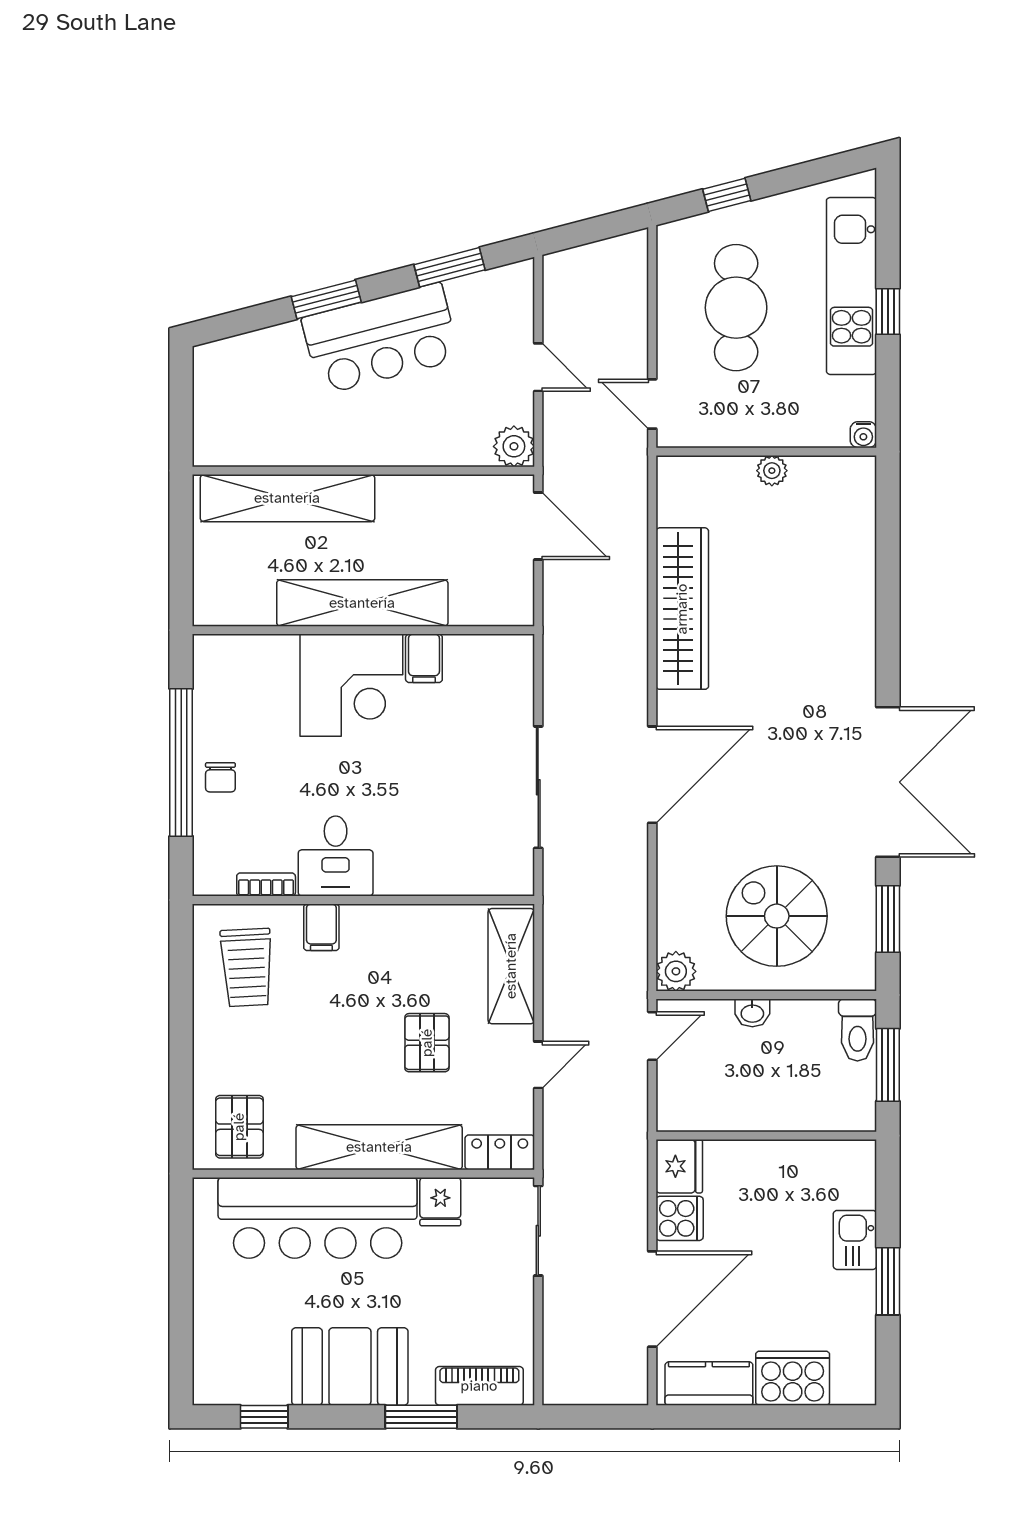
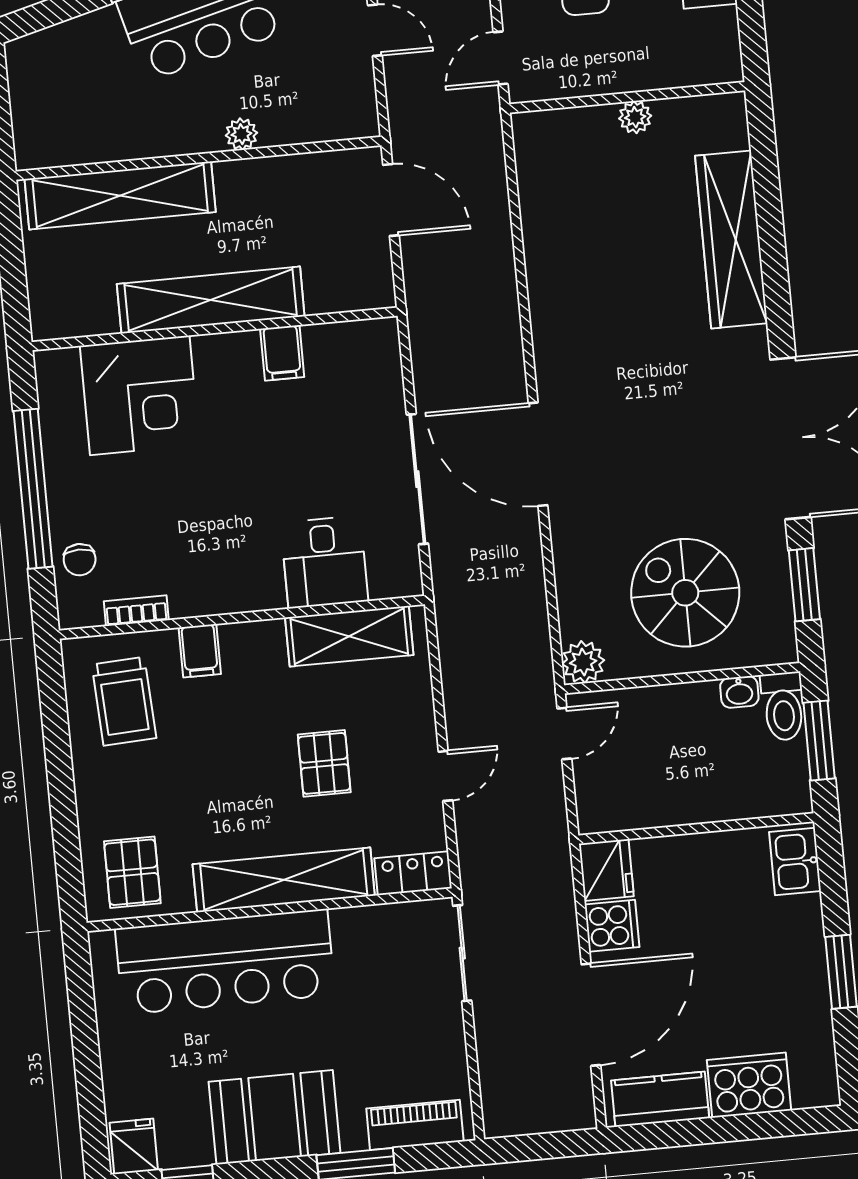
door: (652, 404) -> (501, 58), hinge flipped
water cooler: (863, 435) -> (729, 69), removed
plant: (514, 446) -> (241, 134), moved, width x0.73, depth x0.73
wardrobe: (682, 609) -> (731, 240), moved, turned 180
corner desk: (351, 685) -> (140, 395), moved
door: (652, 775) -> (538, 454), swing flipped
chair: (220, 777) -> (80, 560), moved
desk: (336, 856) -> (324, 562), moved
shelving: (511, 966) -> (349, 636), moved, turned 90
washbasin: (752, 1013) -> (739, 692), moved
fridge: (440, 1202) -> (134, 1146), moved, turned 180
kitchen sink: (855, 1240) -> (795, 862), moved

